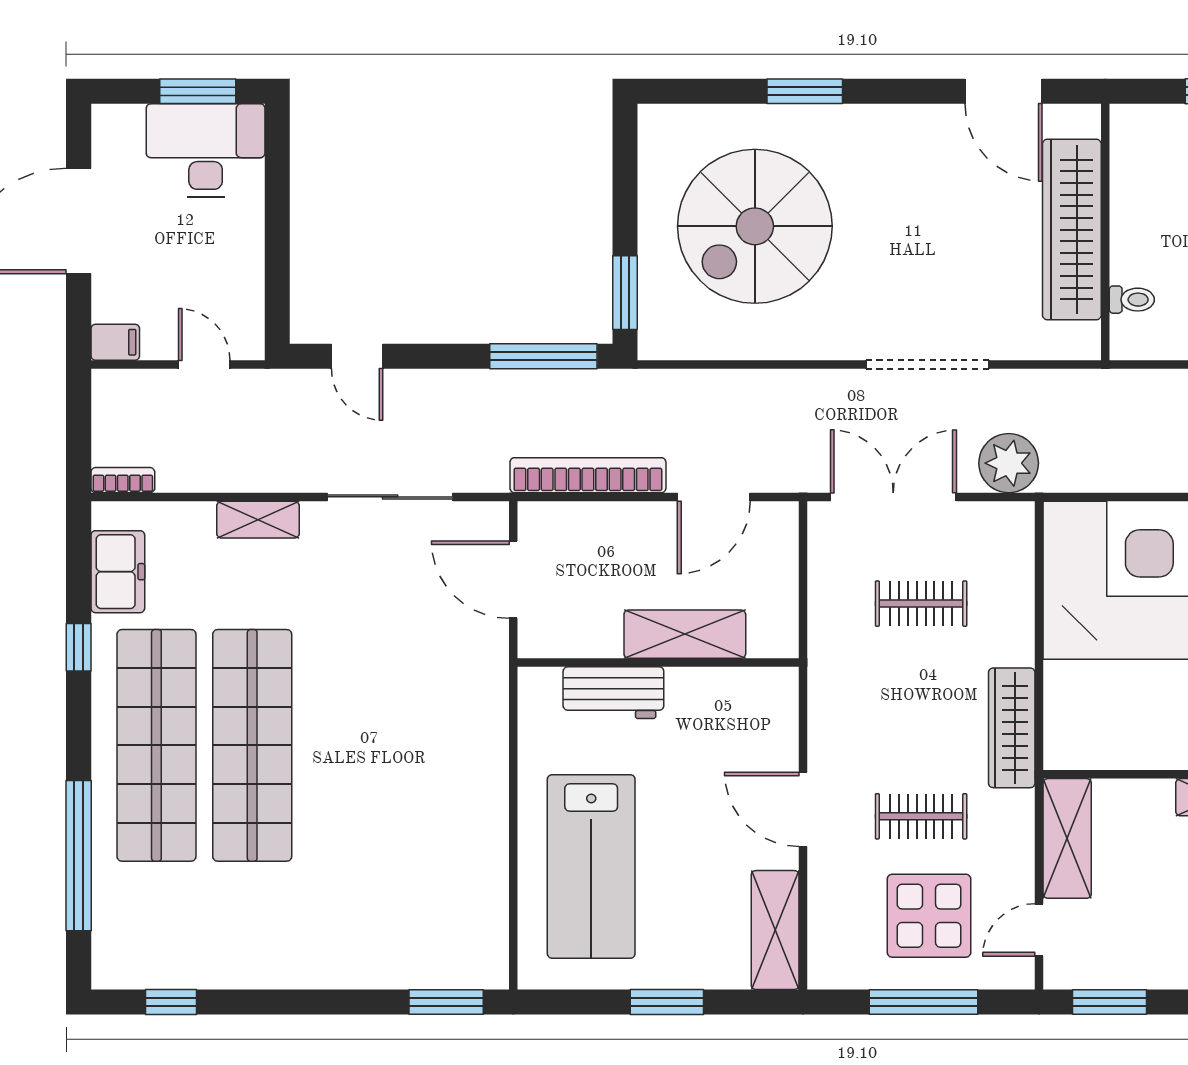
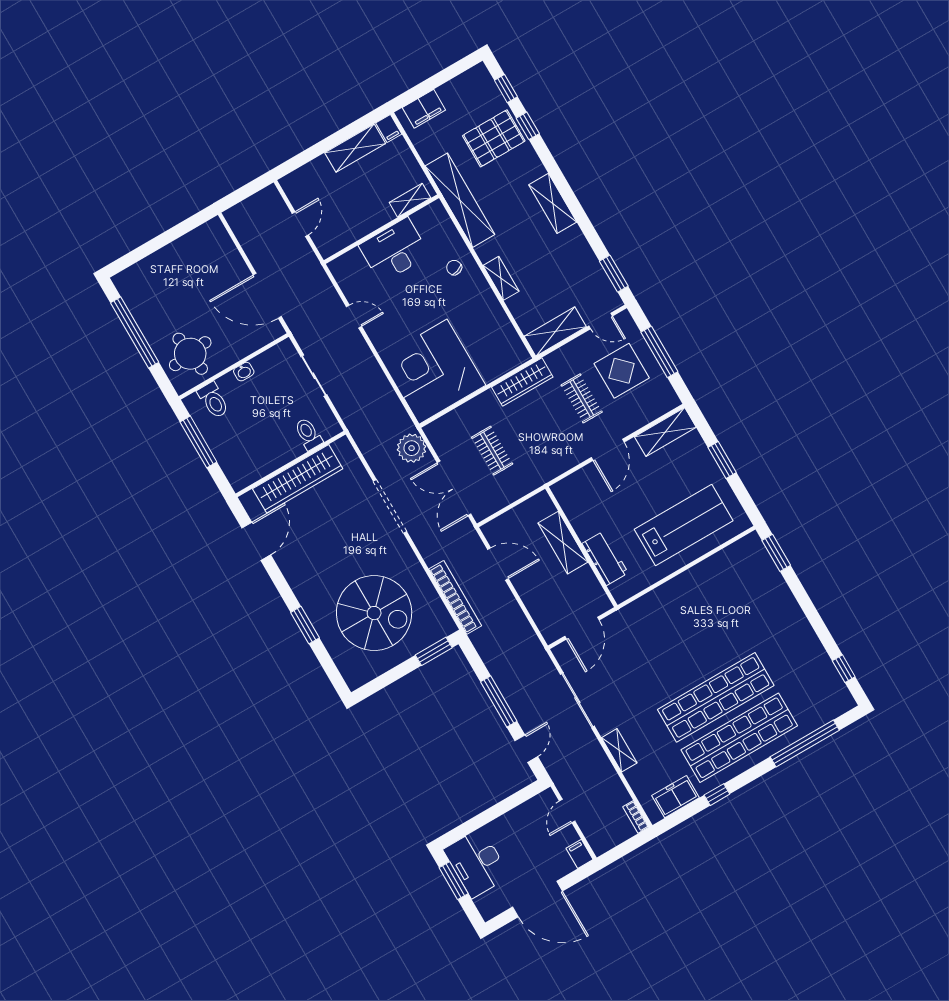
toilet: (1132, 300) -> (308, 434), width x1.37, depth x1.39
window: (543, 356) -> (499, 702), moved
bookcase: (588, 475) -> (455, 597), moved, turned 180

